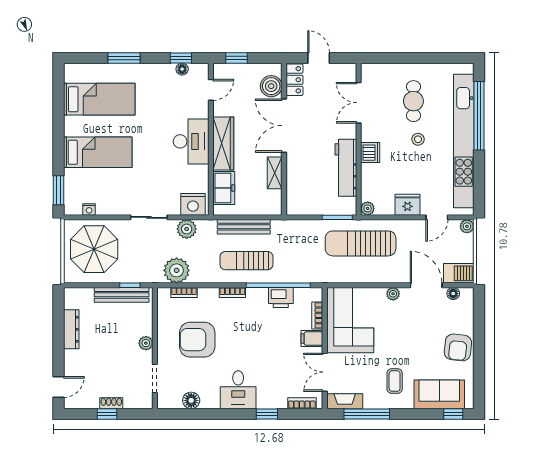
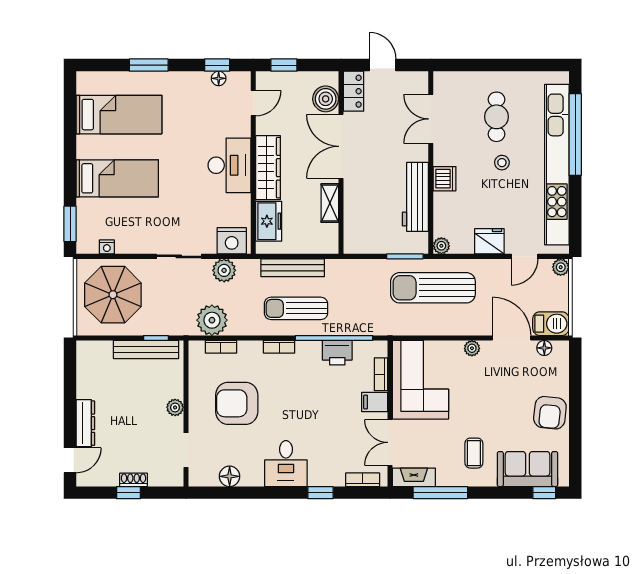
dresser: (71, 329) -> (85, 423), moved

